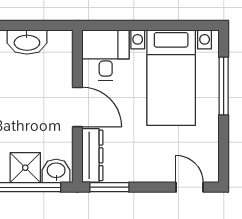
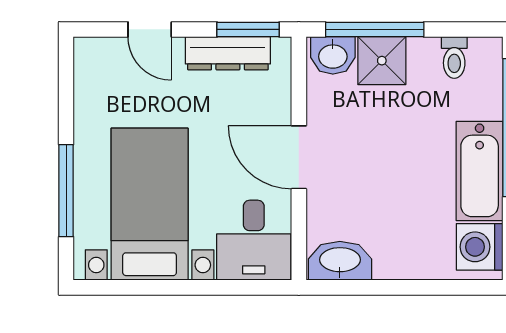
washbasin: (27, 42) -> (340, 261), moved
dresser: (92, 155) -> (228, 53), moved, turned -90
door: (190, 187) -> (150, 29), moved

